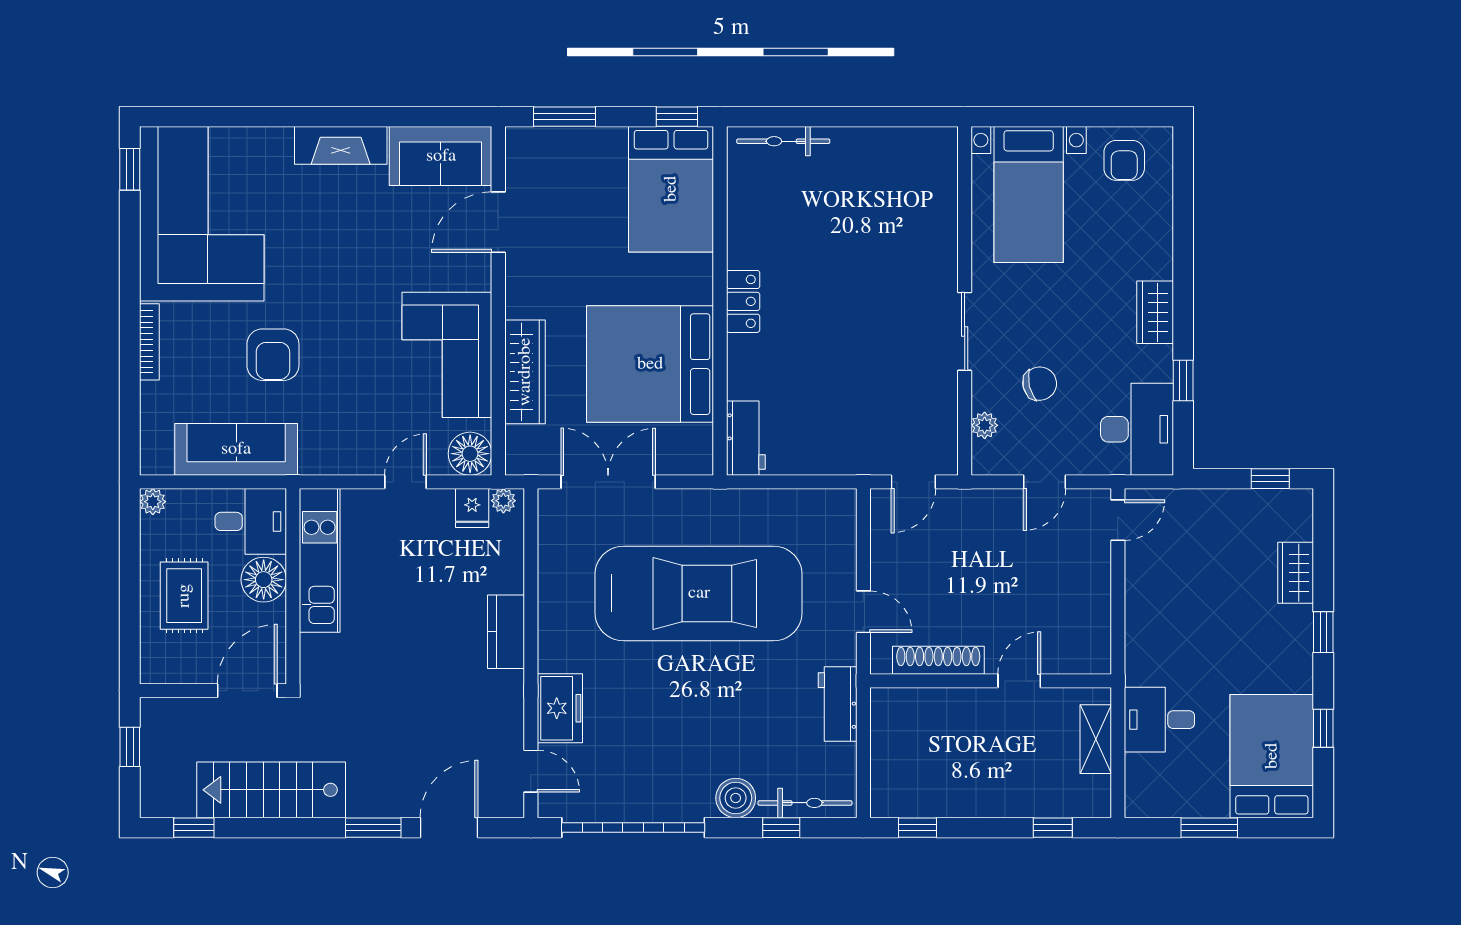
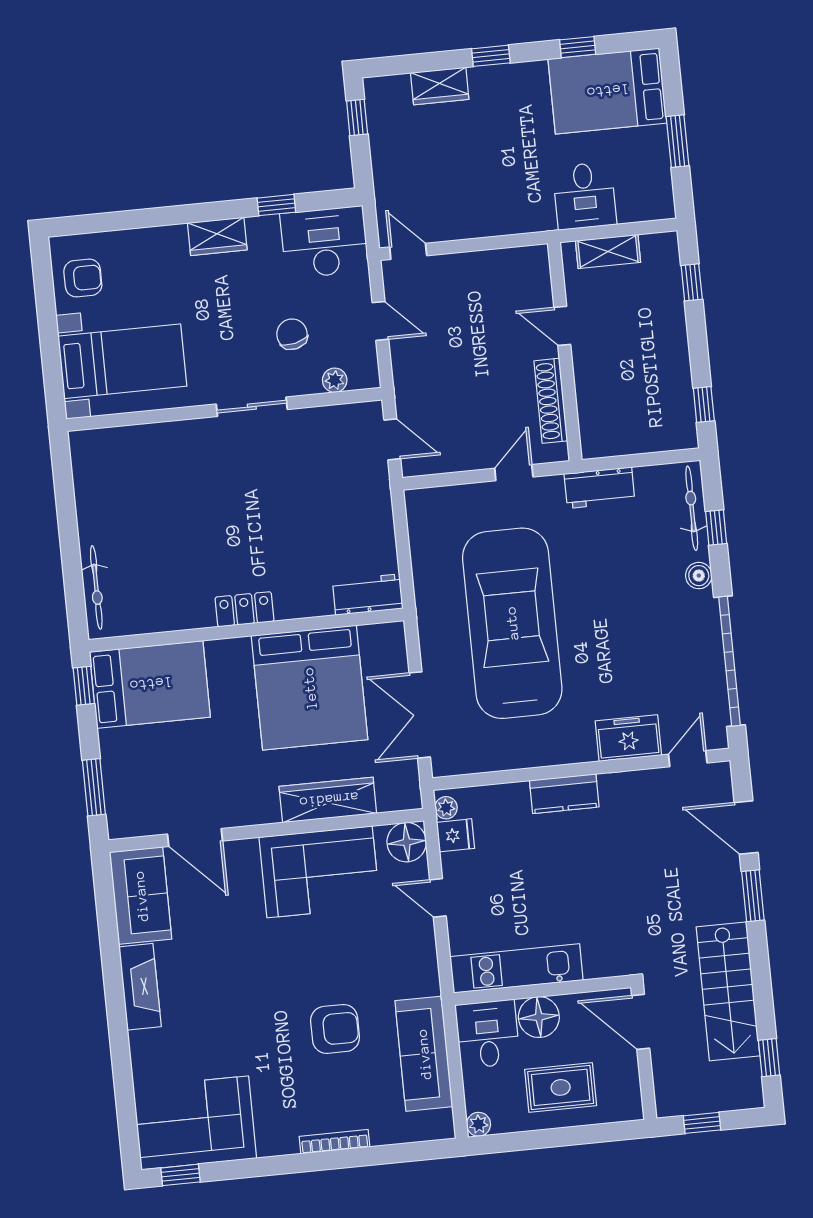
corner sofa: (202, 214) -> (195, 1123), width x0.73, depth x0.74
boiler: (736, 798) -> (699, 576), width x0.73, depth x0.73

